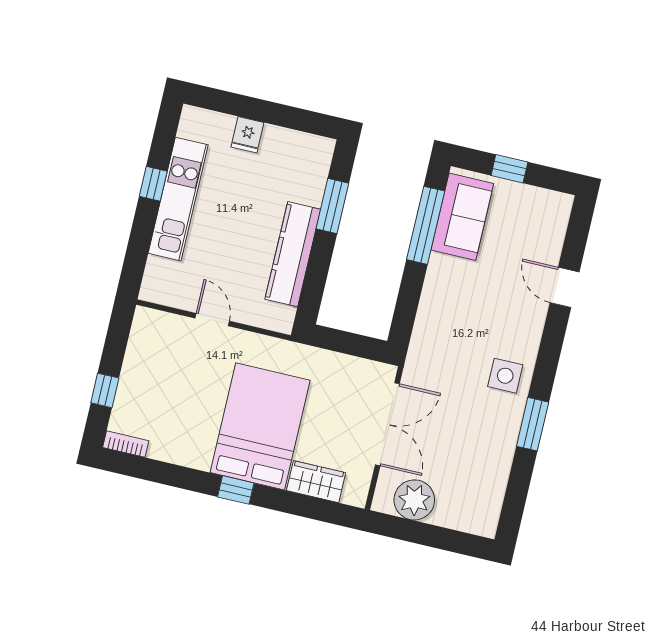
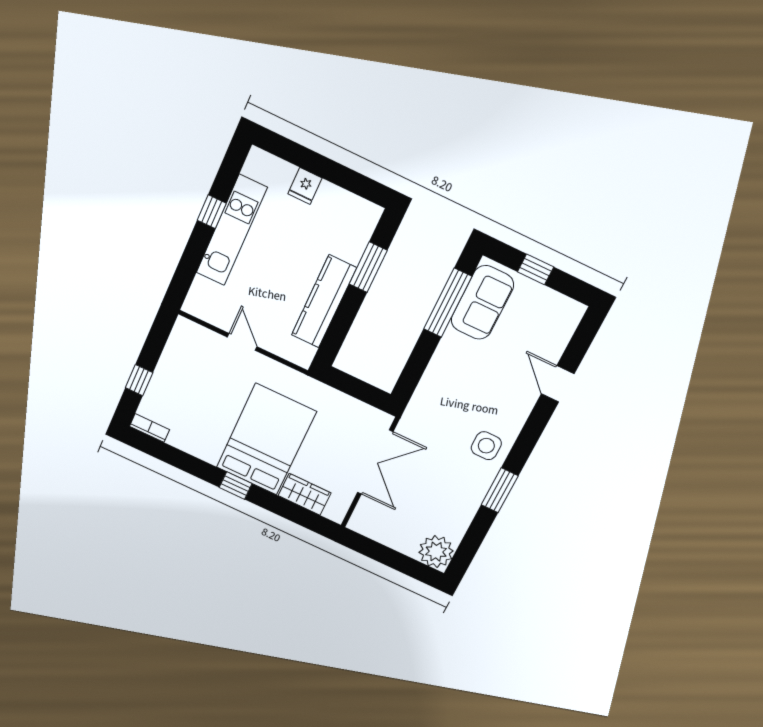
plant: (414, 500) -> (436, 552), moved

